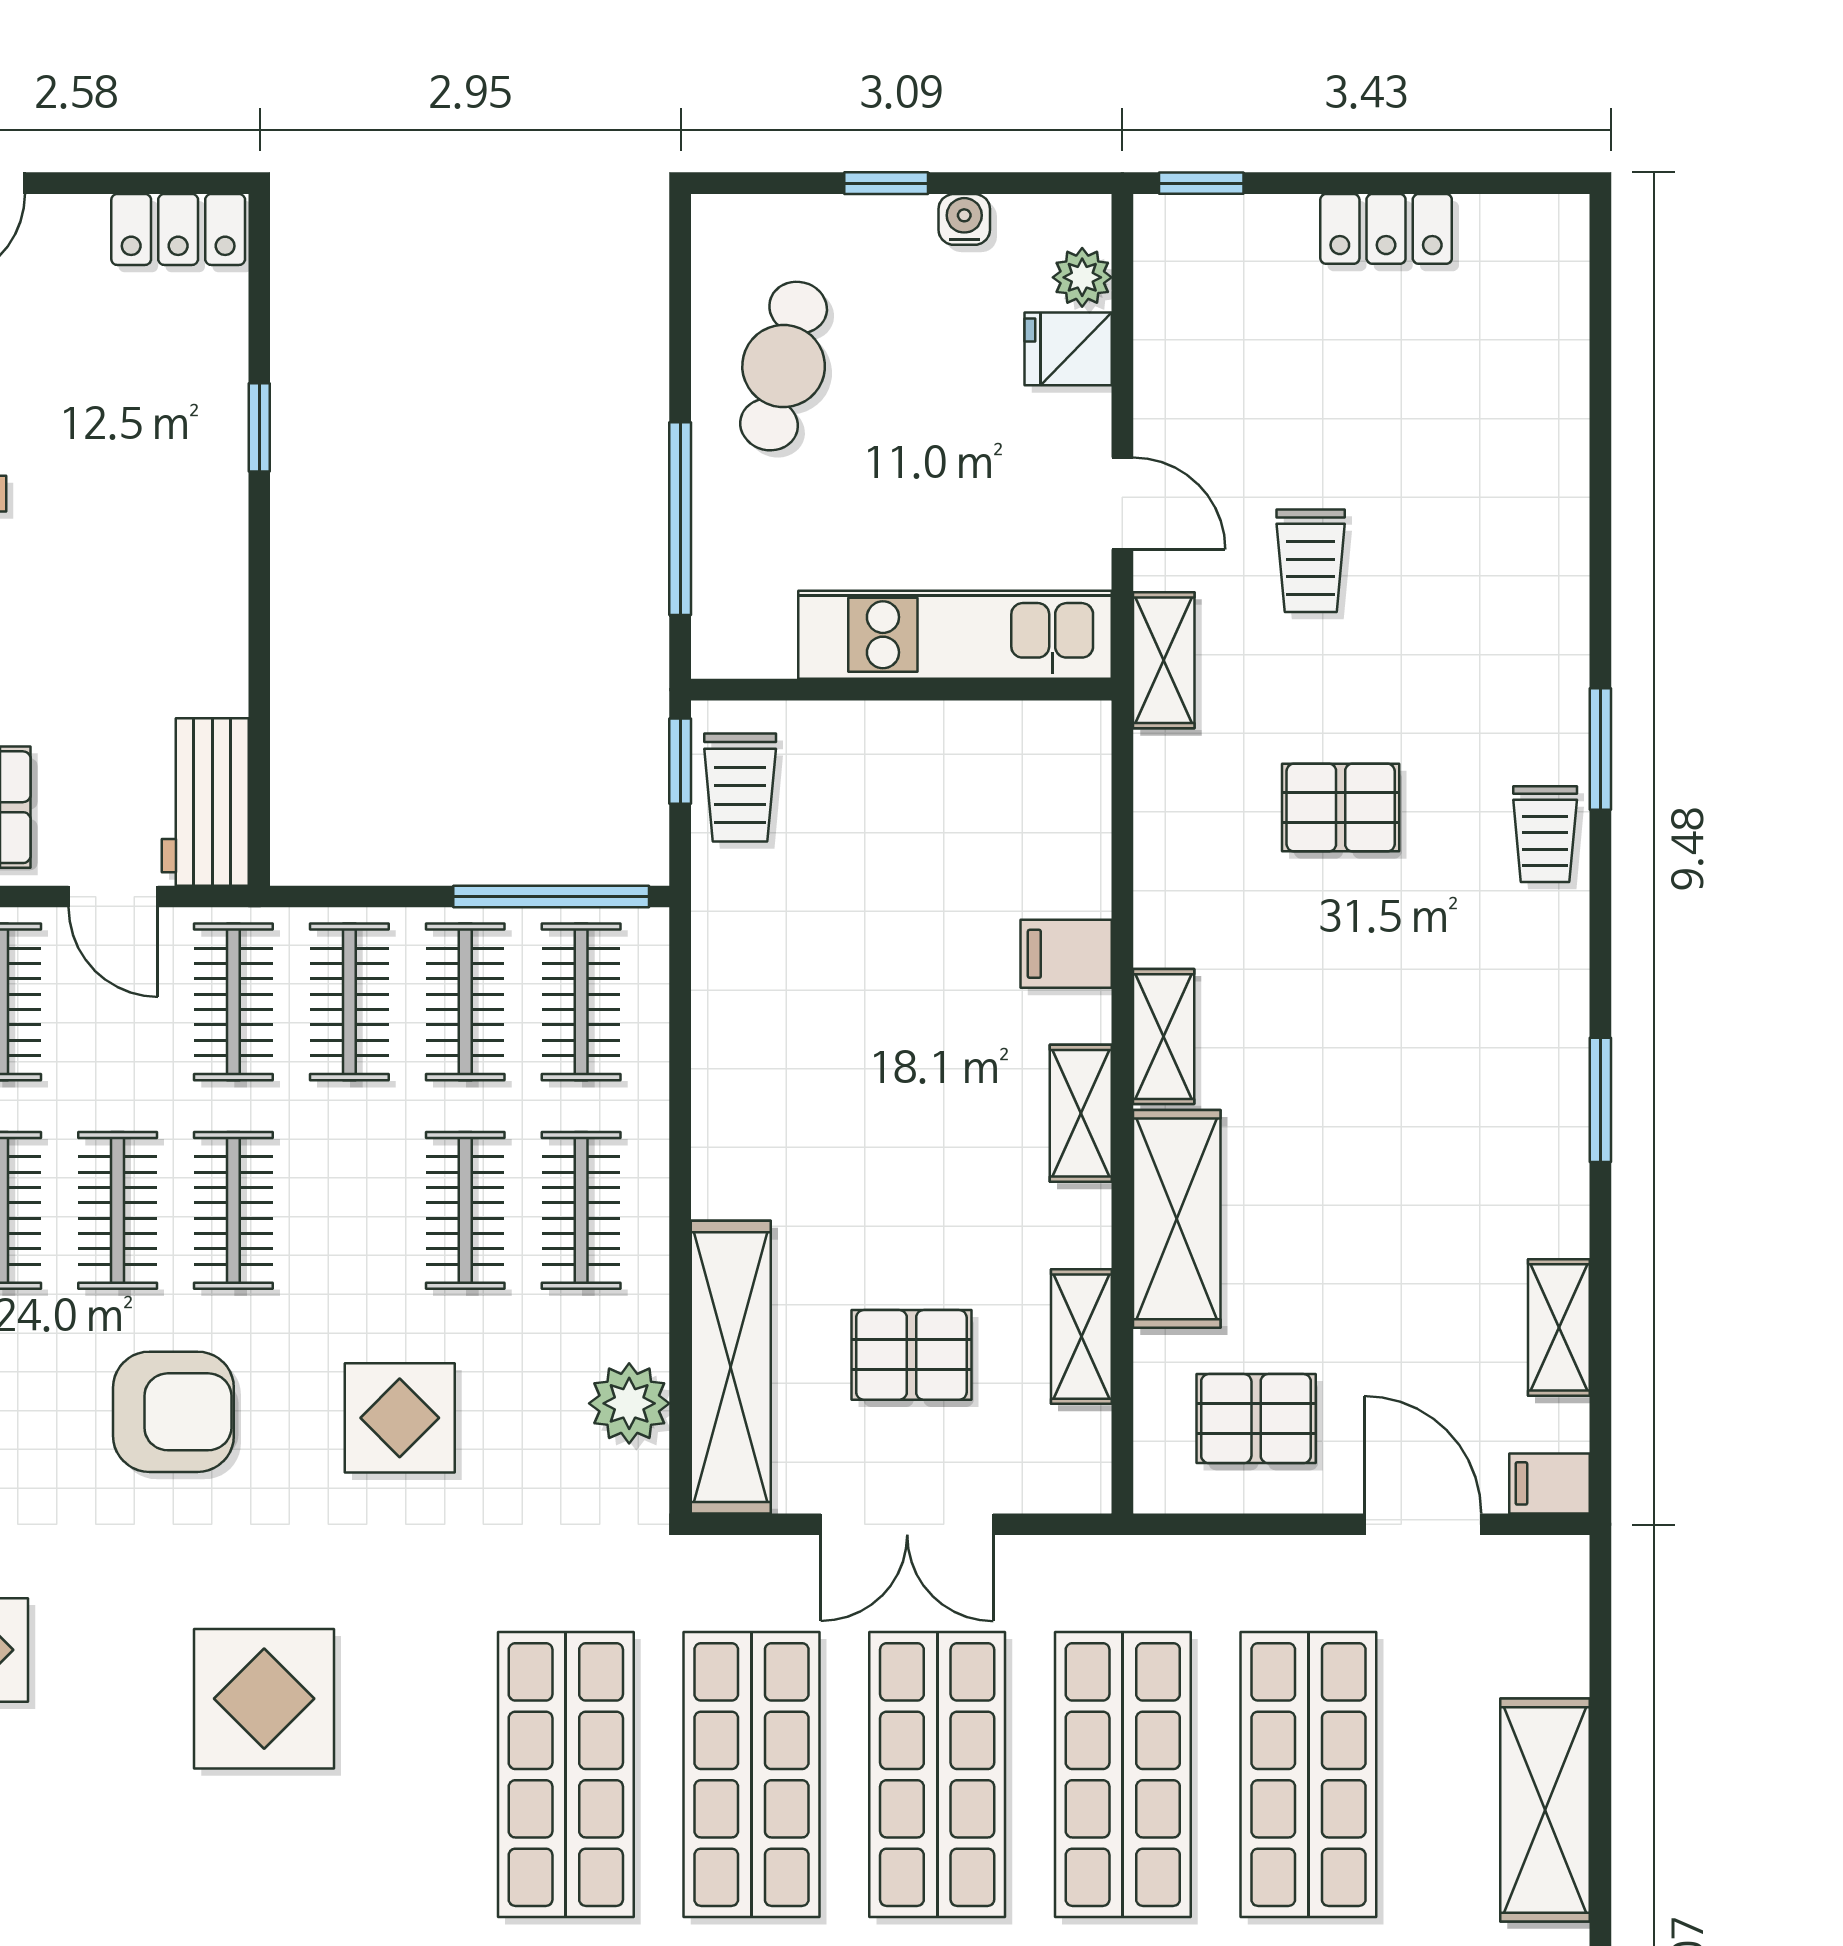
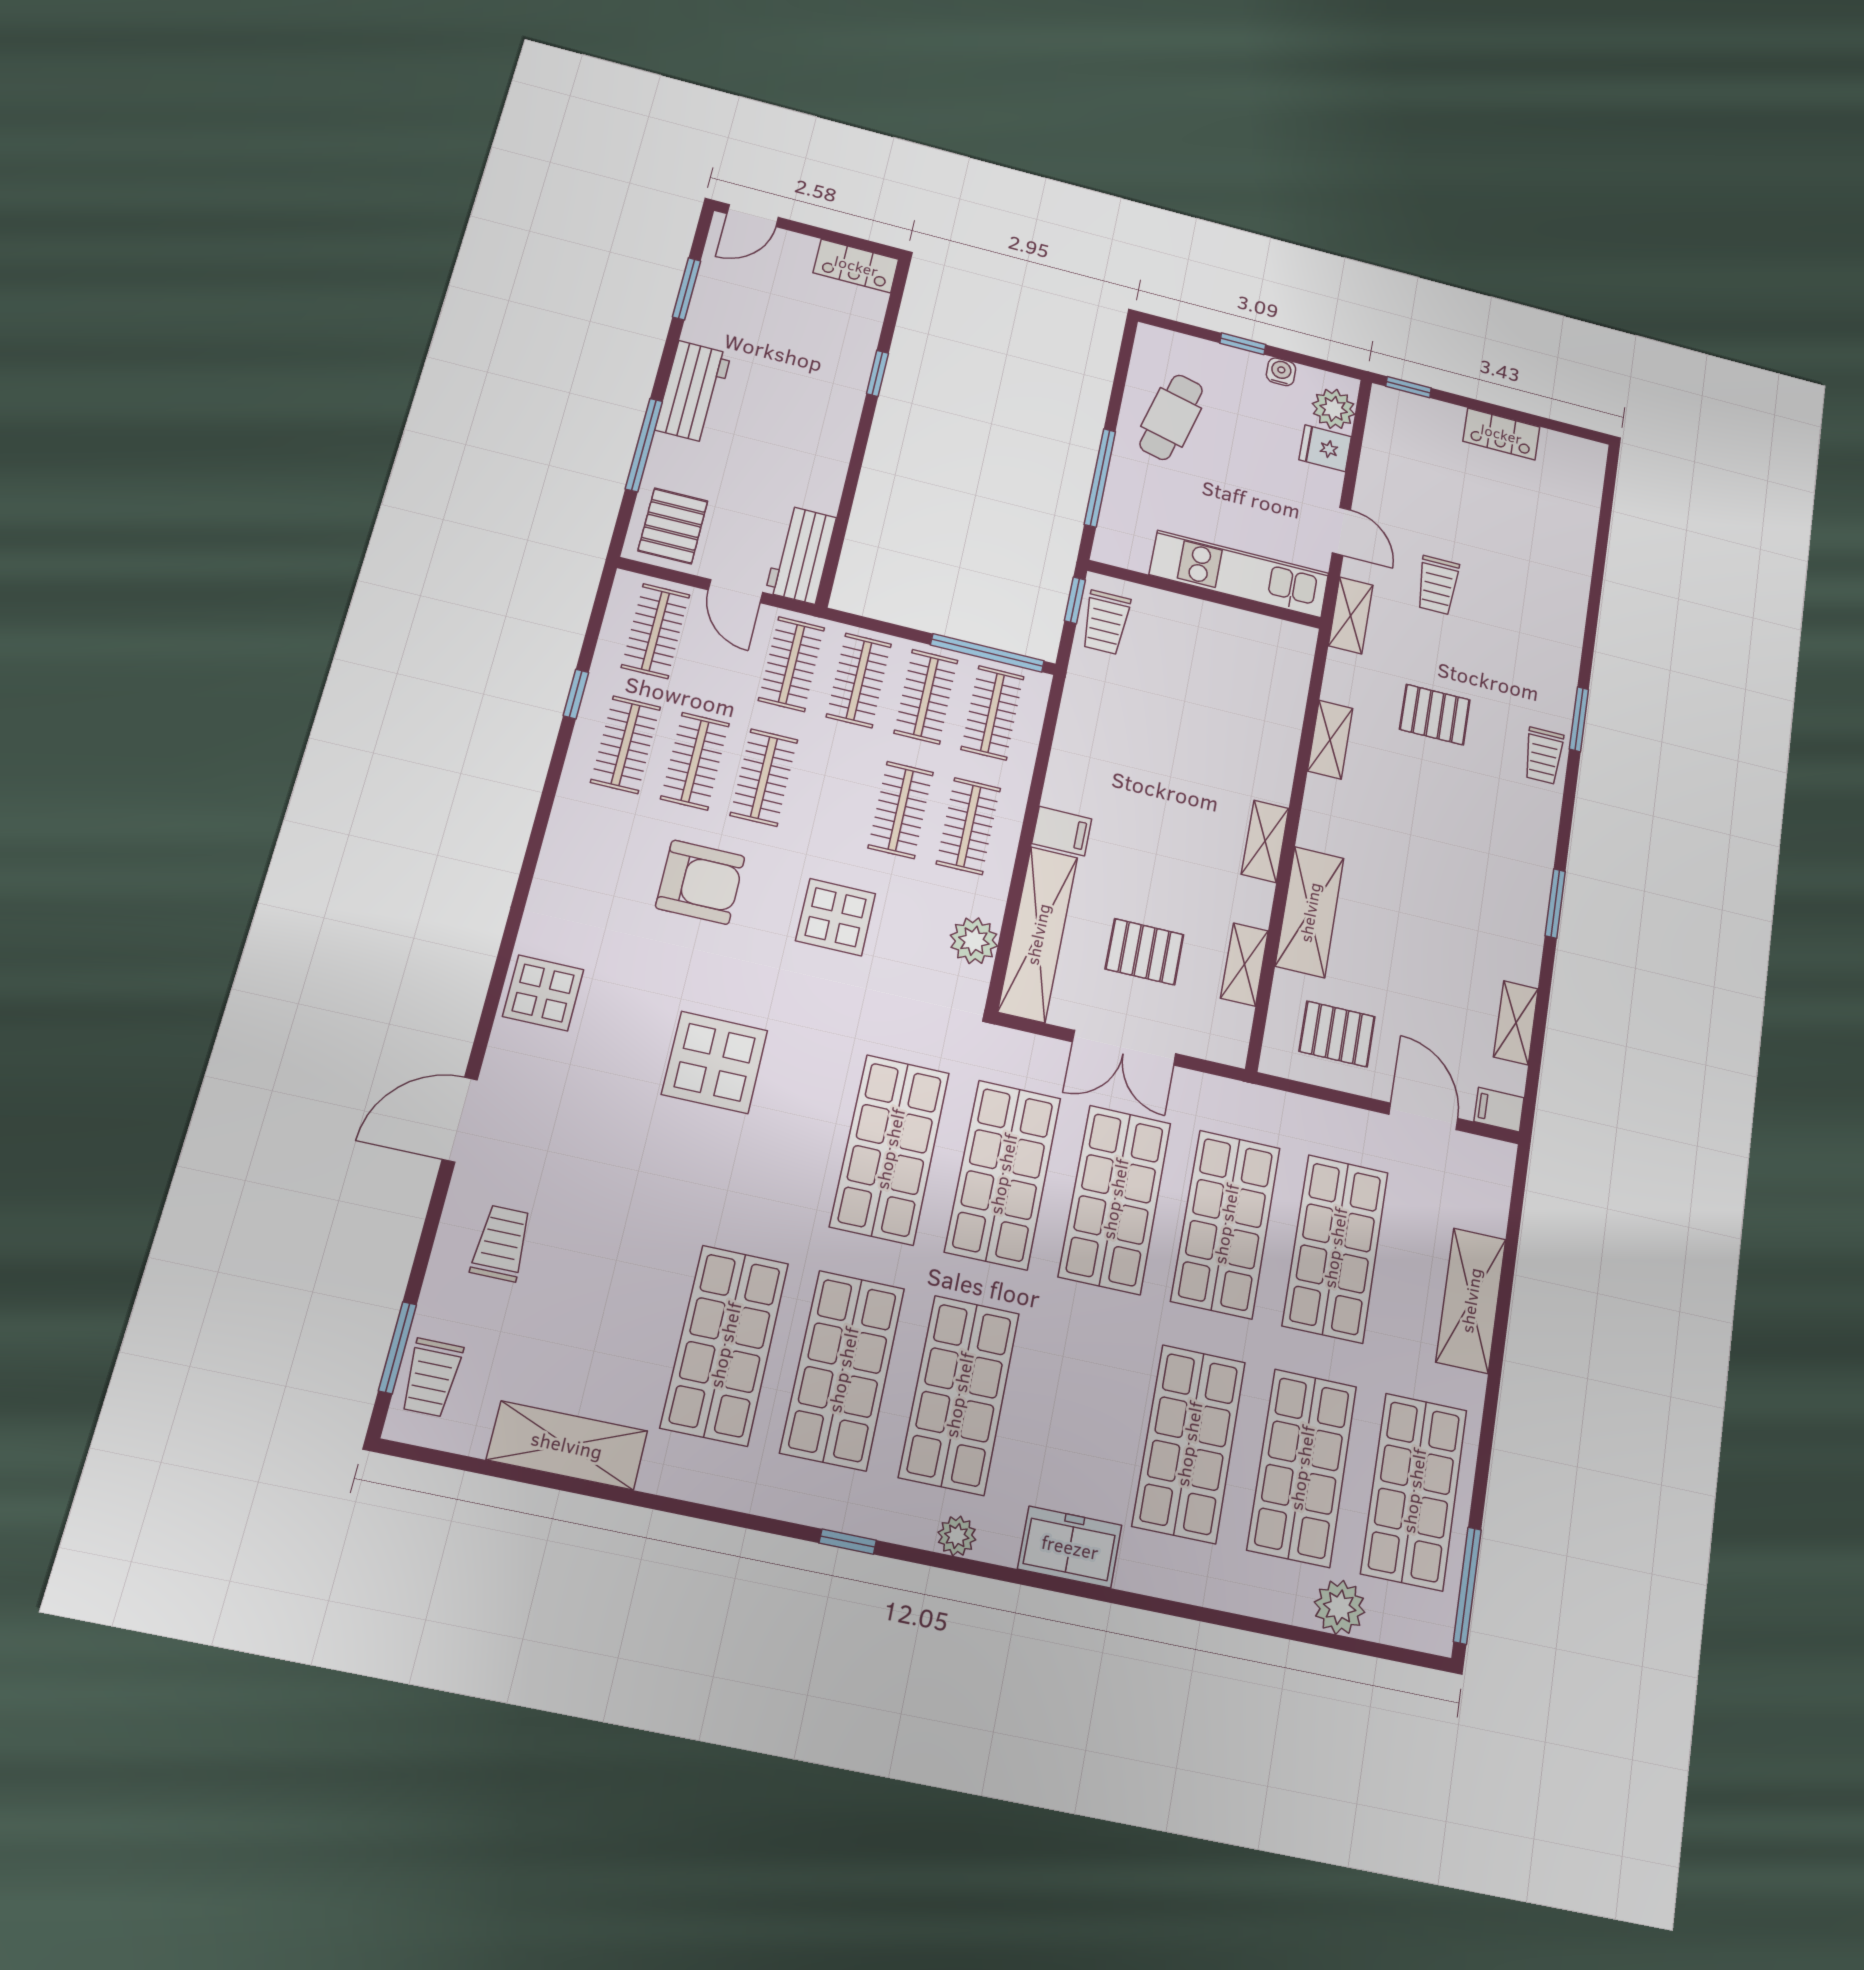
plant: (1082, 277) -> (1334, 409), width x1.38, depth x1.38
filing cabinet: (1066, 954) -> (1062, 831), moved, turned 180
shelving: (1164, 1037) -> (1330, 739), moved

